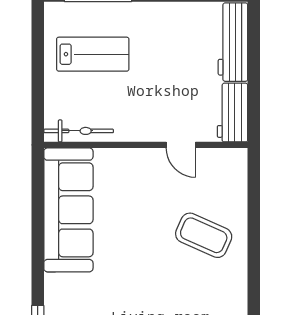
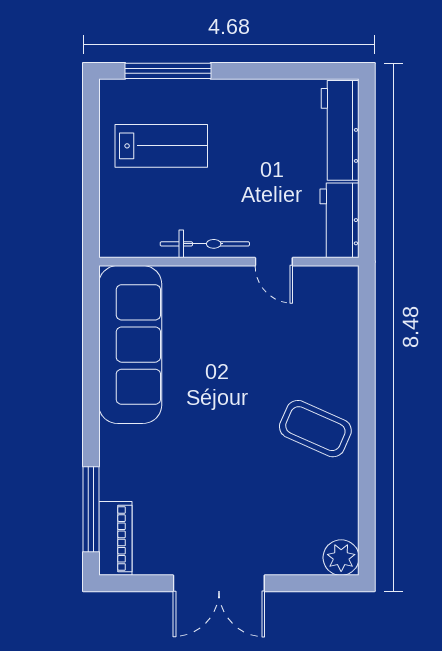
bicycle: (79, 131) -> (205, 244), moved
coffee table: (204, 235) -> (315, 429), moved

